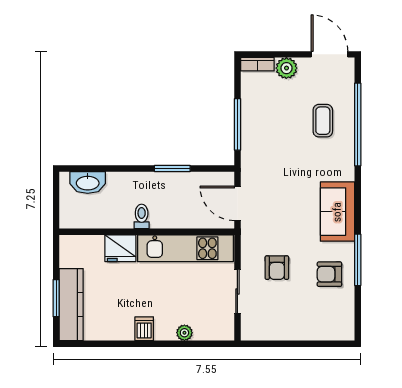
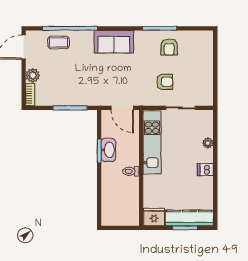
coffee table: (323, 121) -> (59, 43), moved
washbasin: (88, 182) -> (108, 150), moved
door: (237, 203) -> (122, 108), hinge flipped
sofa: (337, 212) -> (114, 42), moved
fridge: (120, 248) -> (154, 217), moved, turned -90

